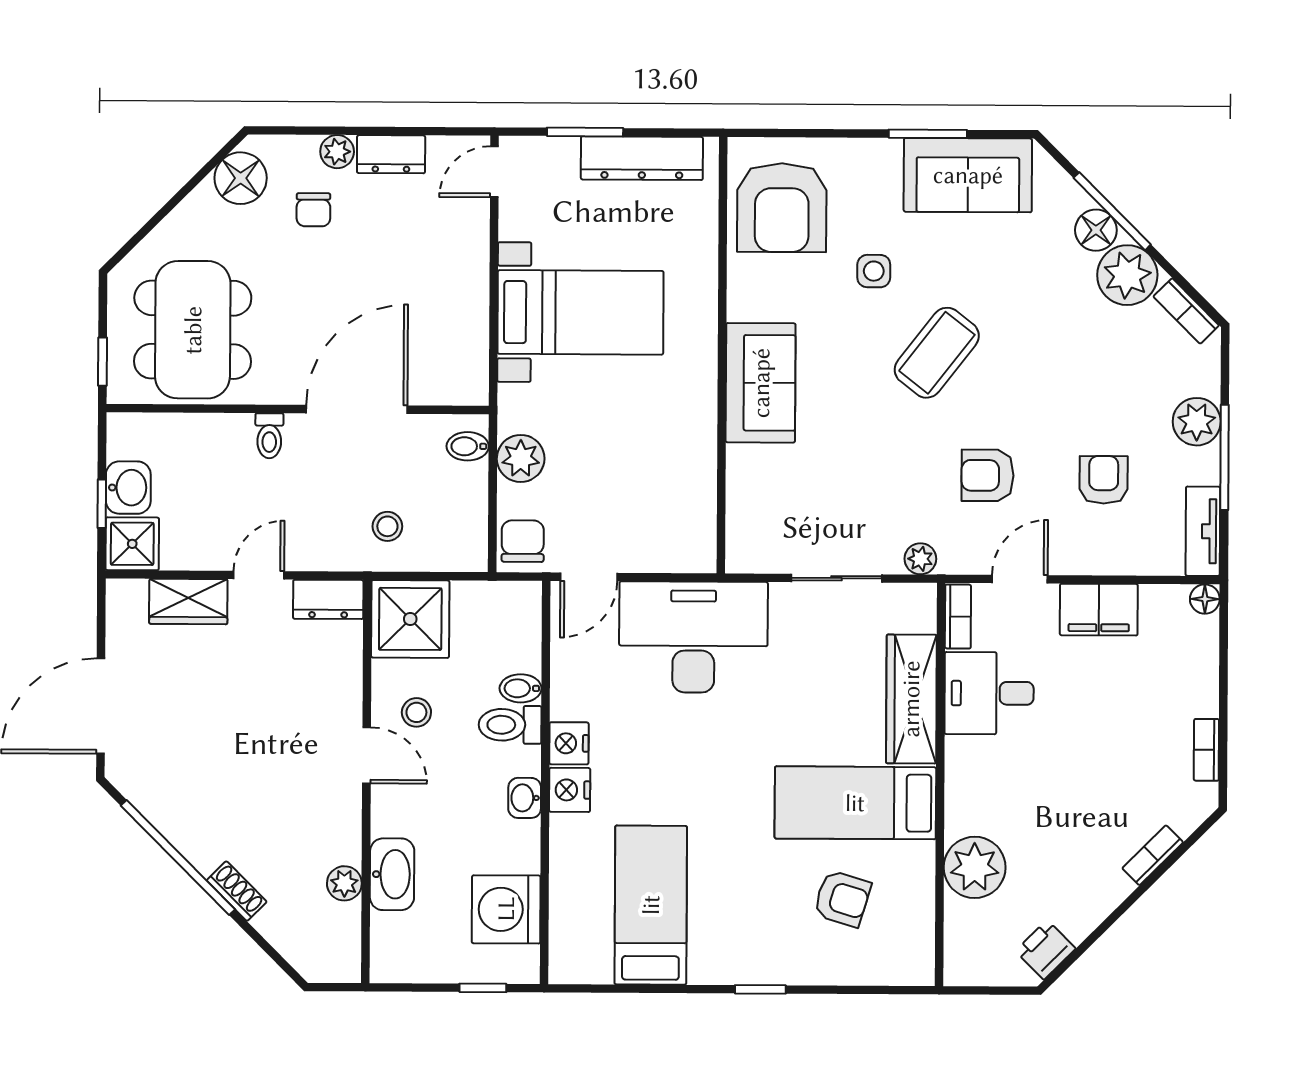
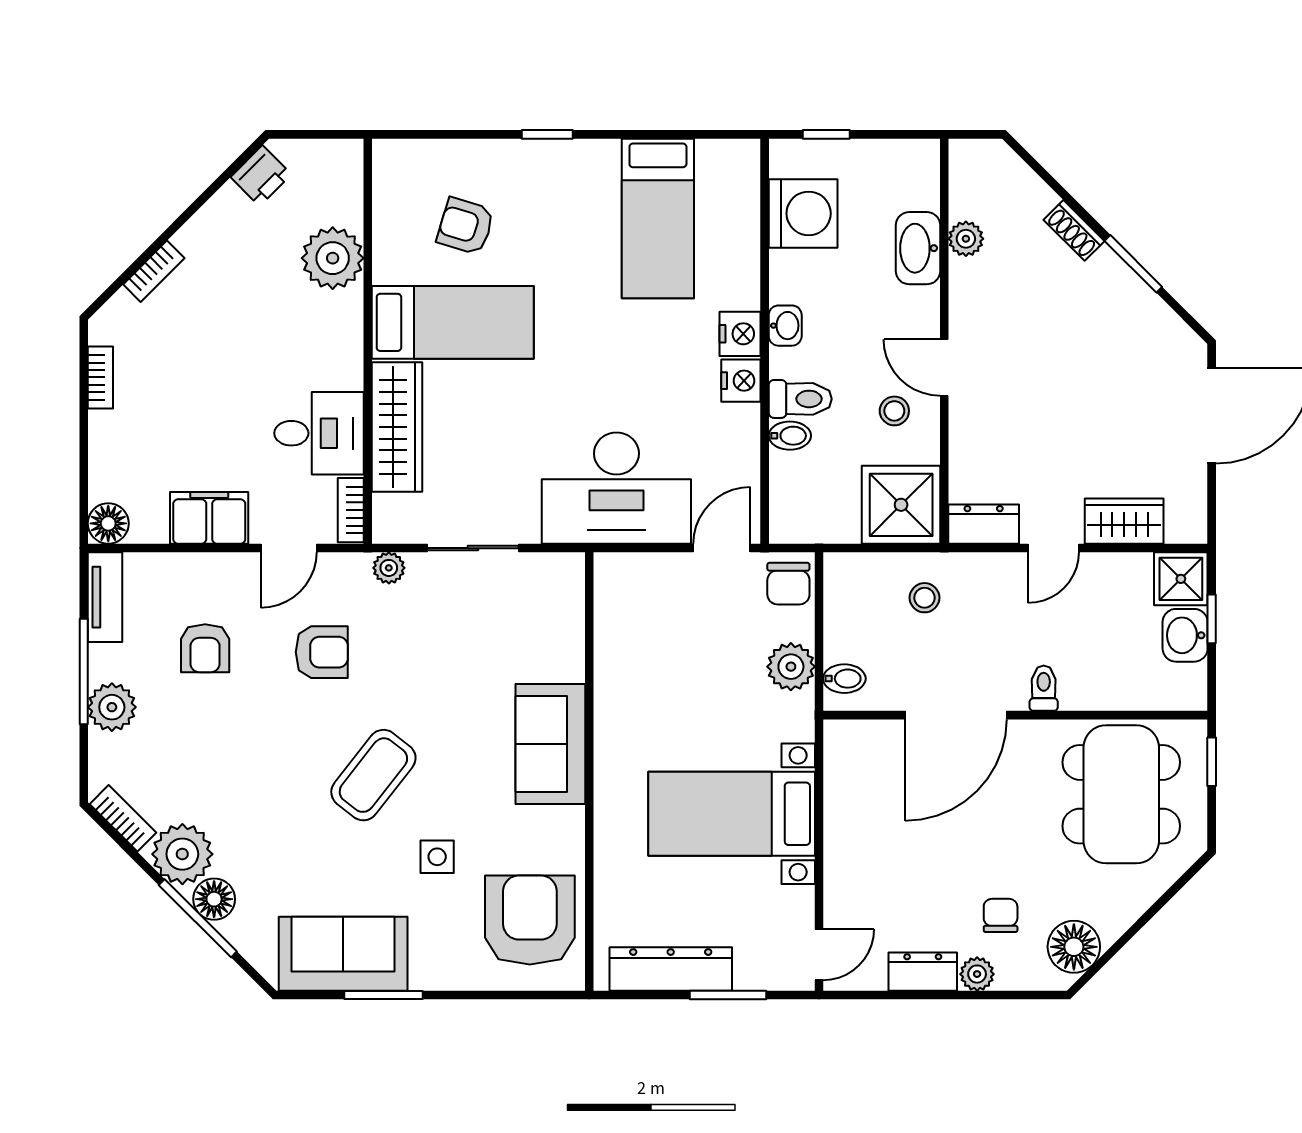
floor lamp: (1205, 599) -> (108, 523), width x1.37, depth x1.37
window: (178, 858) -> (1133, 264), width x0.47

